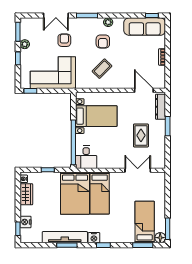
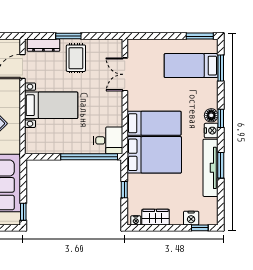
bed with nightstands: (96, 116) -> (51, 105), moved, turned 90
rug: (141, 135) -> (76, 58), moved, turned 90
floor lamp: (160, 238) -> (211, 115), moved

